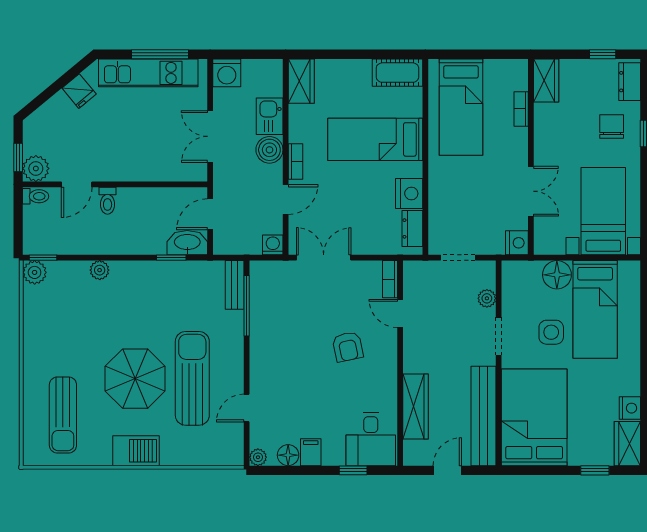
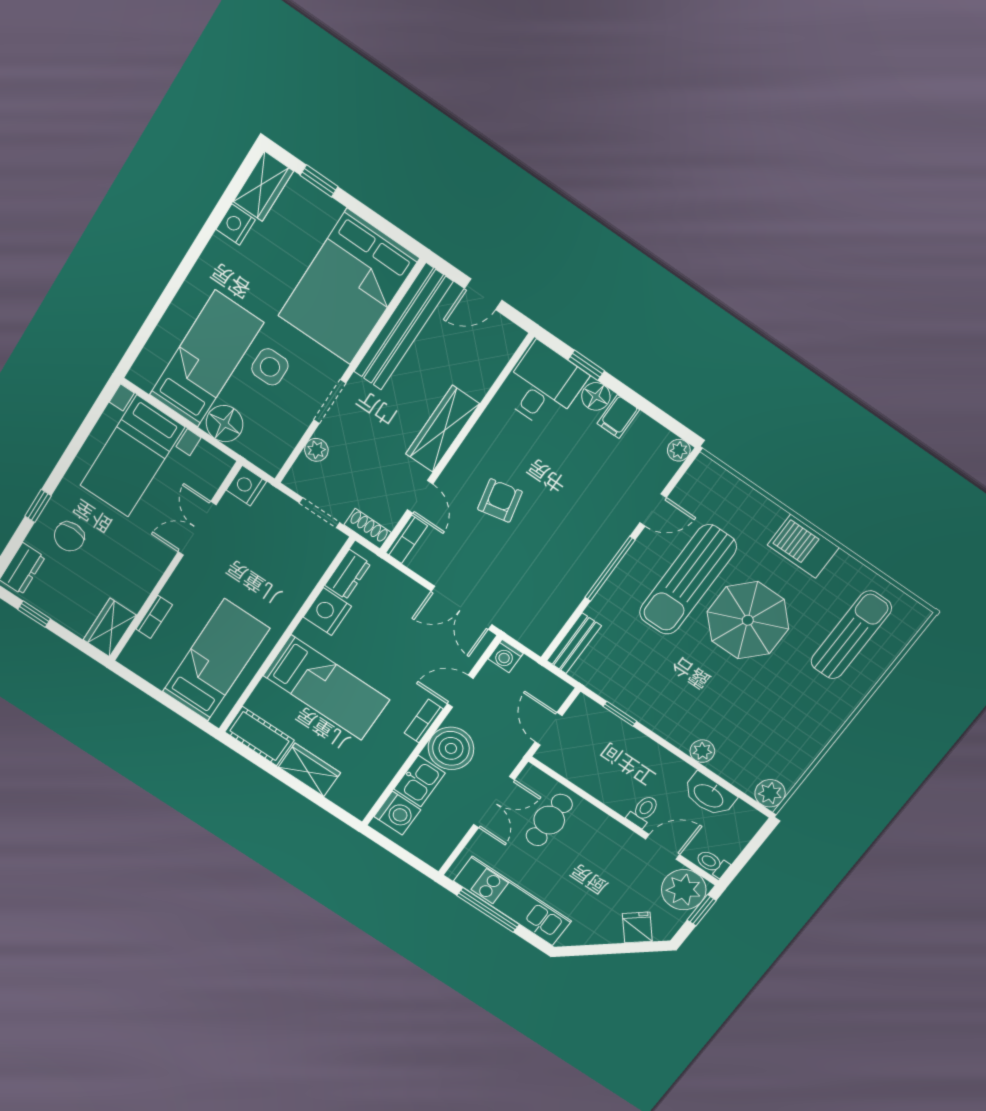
washing machine: (227, 73) -> (397, 813), moved, turned 90
wardrobe: (301, 81) -> (309, 770), moved, turned 90
fridge: (79, 91) -> (637, 927), moved
cafe table: (165, 150) -> (549, 820), added
boiler: (269, 150) -> (451, 748), width x1.37, depth x1.37
plant: (36, 168) -> (684, 890), width x1.36, depth x1.36
door: (210, 214) -> (549, 729), swing flipped
washbasin: (187, 243) -> (709, 795), moved
window: (43, 258) -> (750, 801), removed
shoe rack: (420, 269) -> (368, 529), added
window: (247, 306) -> (610, 569), moved
wardrobe: (416, 406) -> (443, 429), moved
floor lamp: (288, 455) -> (596, 396), moved

